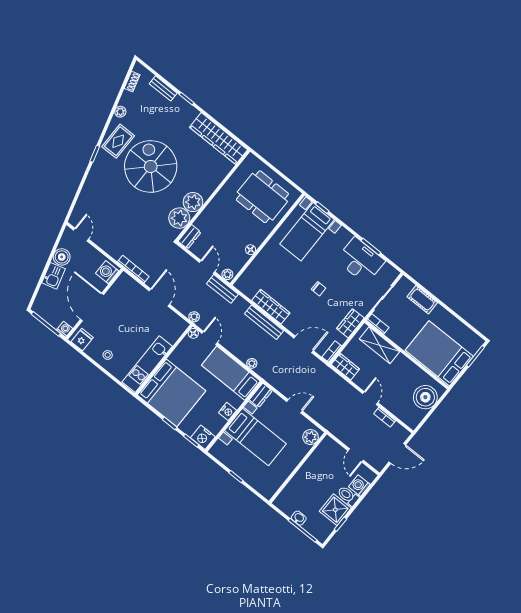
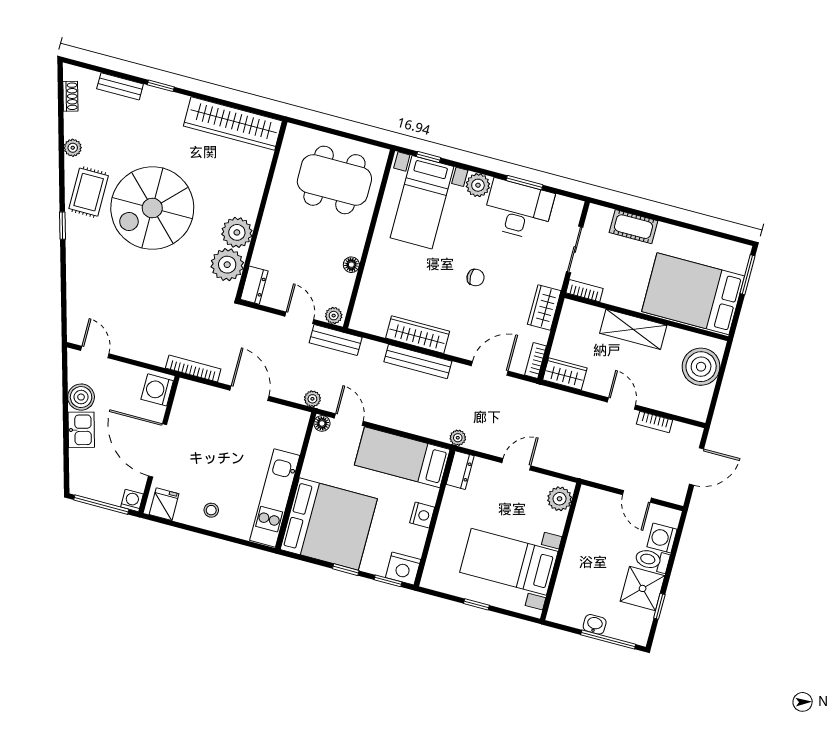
spiral stairs: (151, 167) -> (152, 208), turned -90
plant: (343, 236) -> (478, 185), added
shelving: (380, 345) -> (633, 329), moved
plant: (252, 363) -> (458, 438), moved
bed with nightstands: (255, 437) -> (509, 562), moved, turned 180

